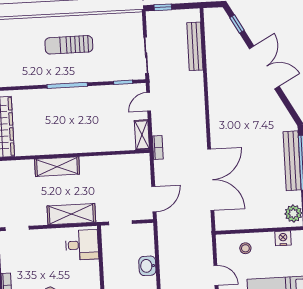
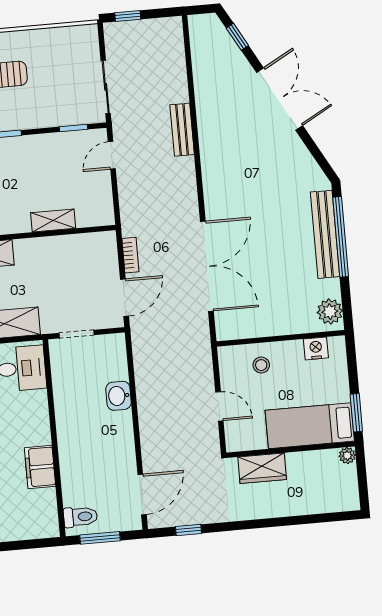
bench: (195, 46) -> (182, 130), moved, width x0.73
shelving: (142, 135) -> (53, 220), moved, turned 90
bookcase: (158, 148) -> (130, 255), moved

